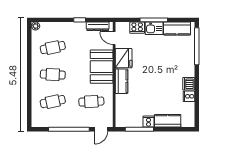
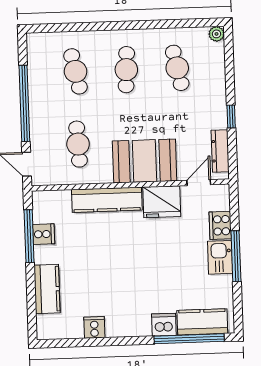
kitchen counter: (177, 29) -> (202, 322), moved, turned 90
kitchen counter: (121, 81) -> (107, 200), width x1.50
dishwasher: (189, 84) -> (164, 325), moved
cooker: (149, 122) -> (44, 234), moved

